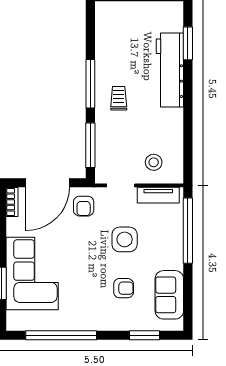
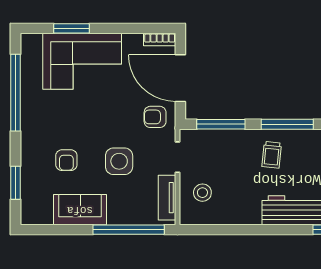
trolley: (119, 98) -> (272, 155), turned 96
sofa: (169, 295) -> (80, 210), moved

